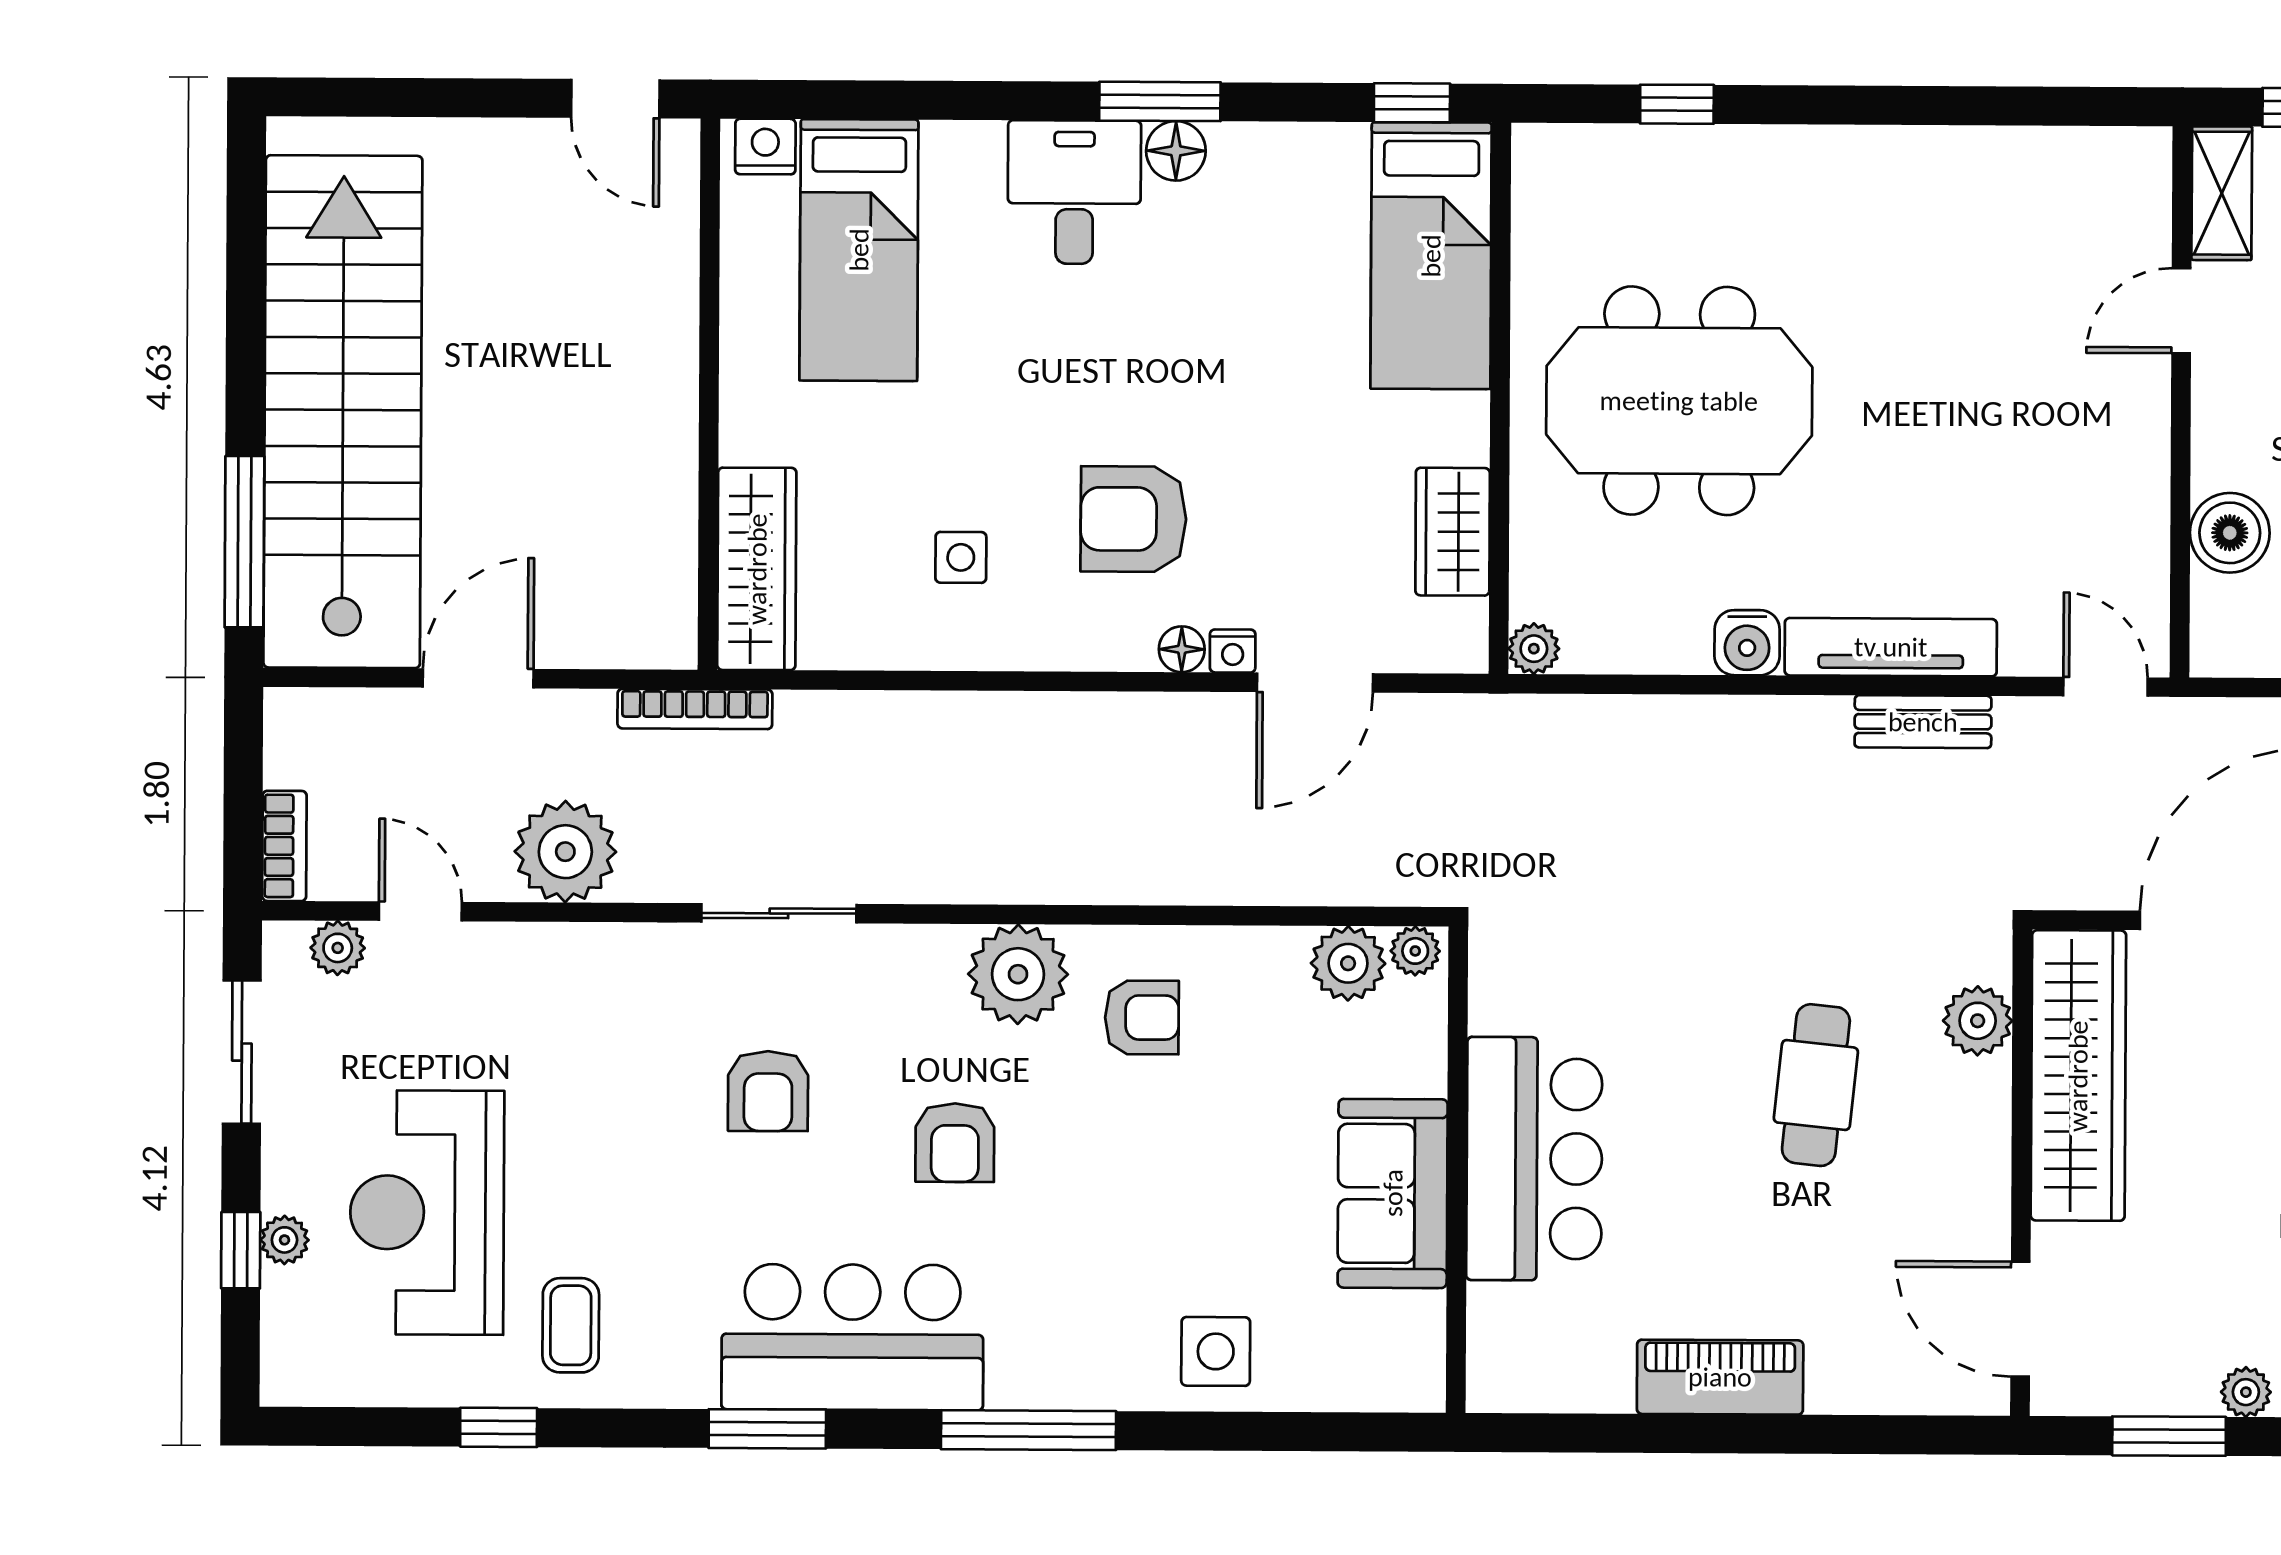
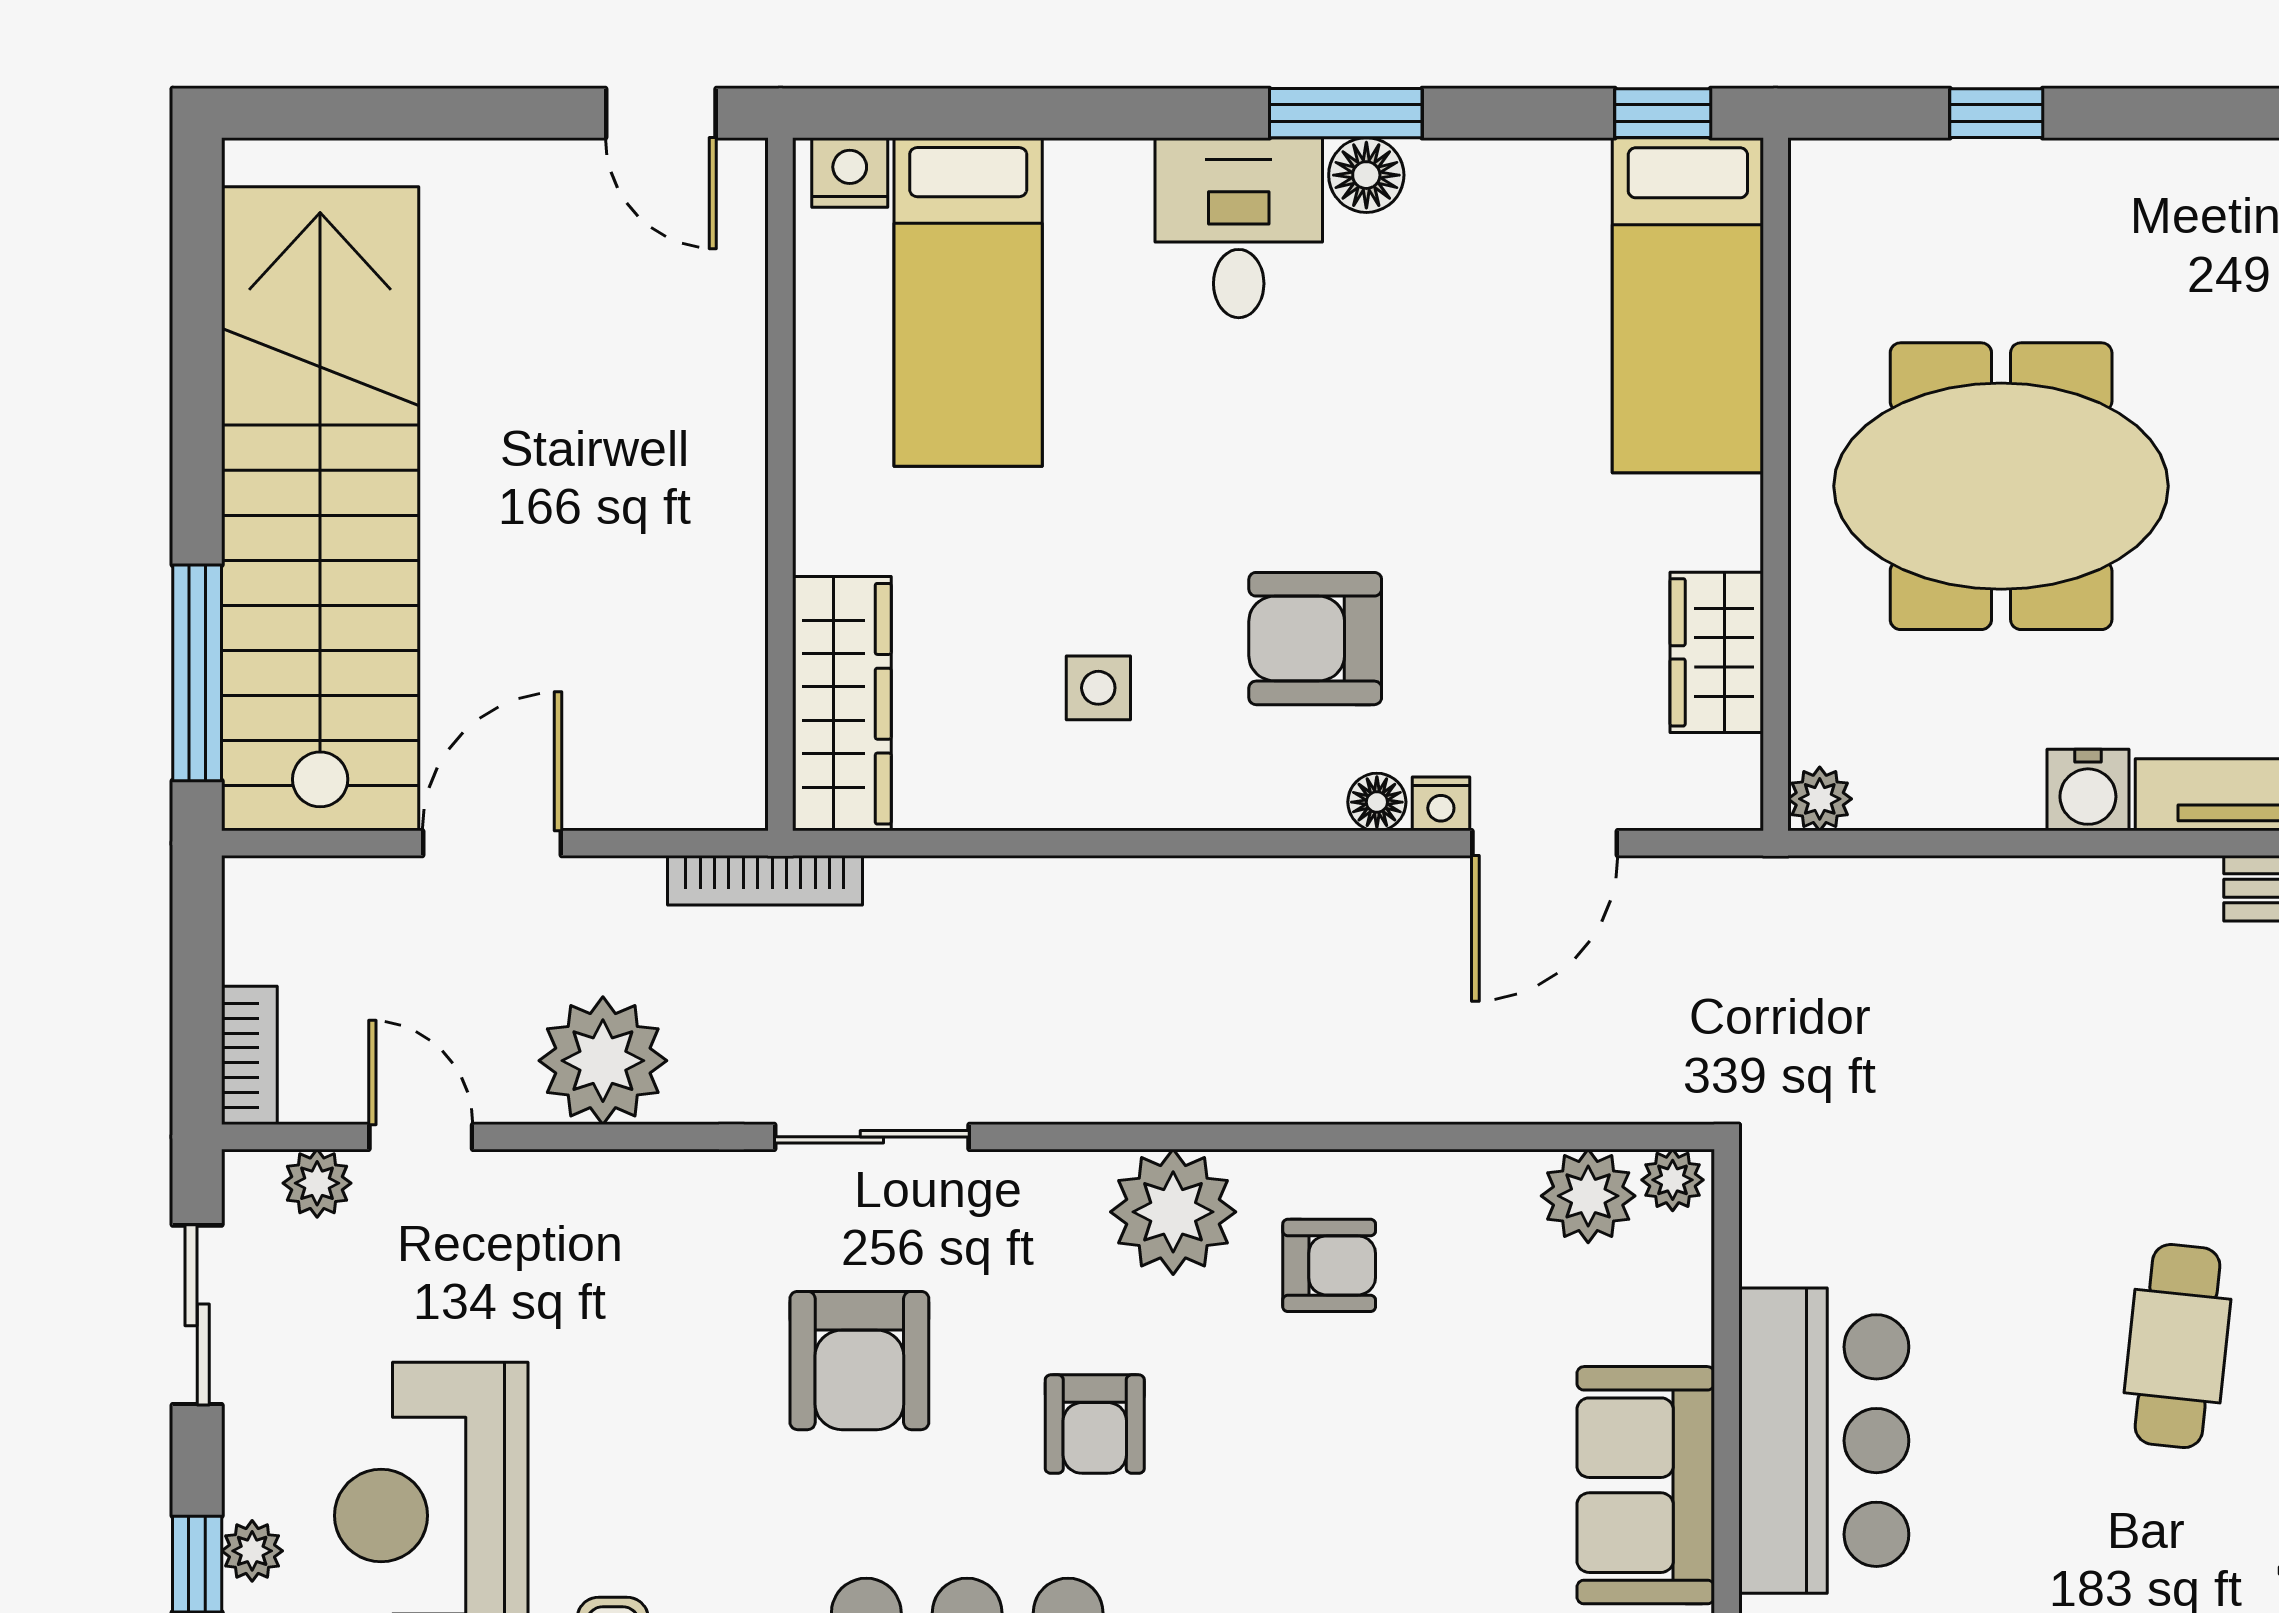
armchair: (768, 1091) -> (859, 1361), width x1.38, depth x1.38

